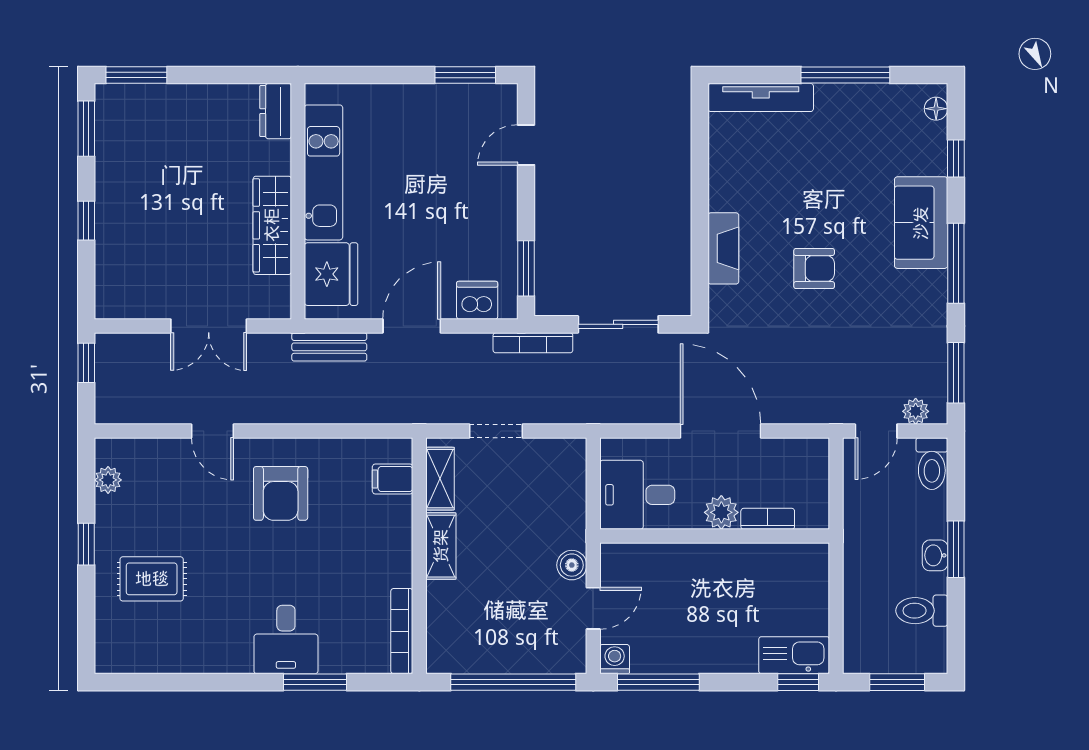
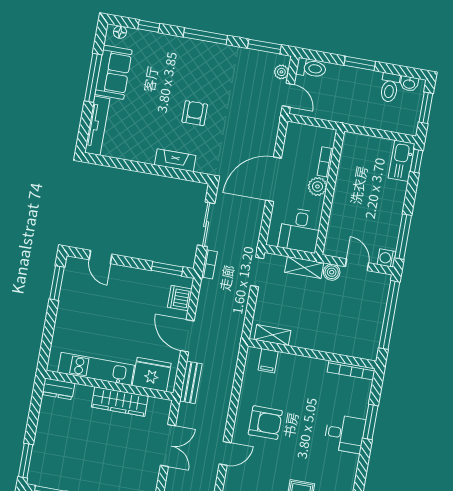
sofa: (921, 223) -> (113, 72), moved, turned -90
bookcase: (533, 343) -> (209, 264), width x0.64
doorway: (496, 431) -> (257, 272), moved
shelving: (441, 546) -> (304, 267), moved
washbasin: (935, 555) -> (409, 84), moved

